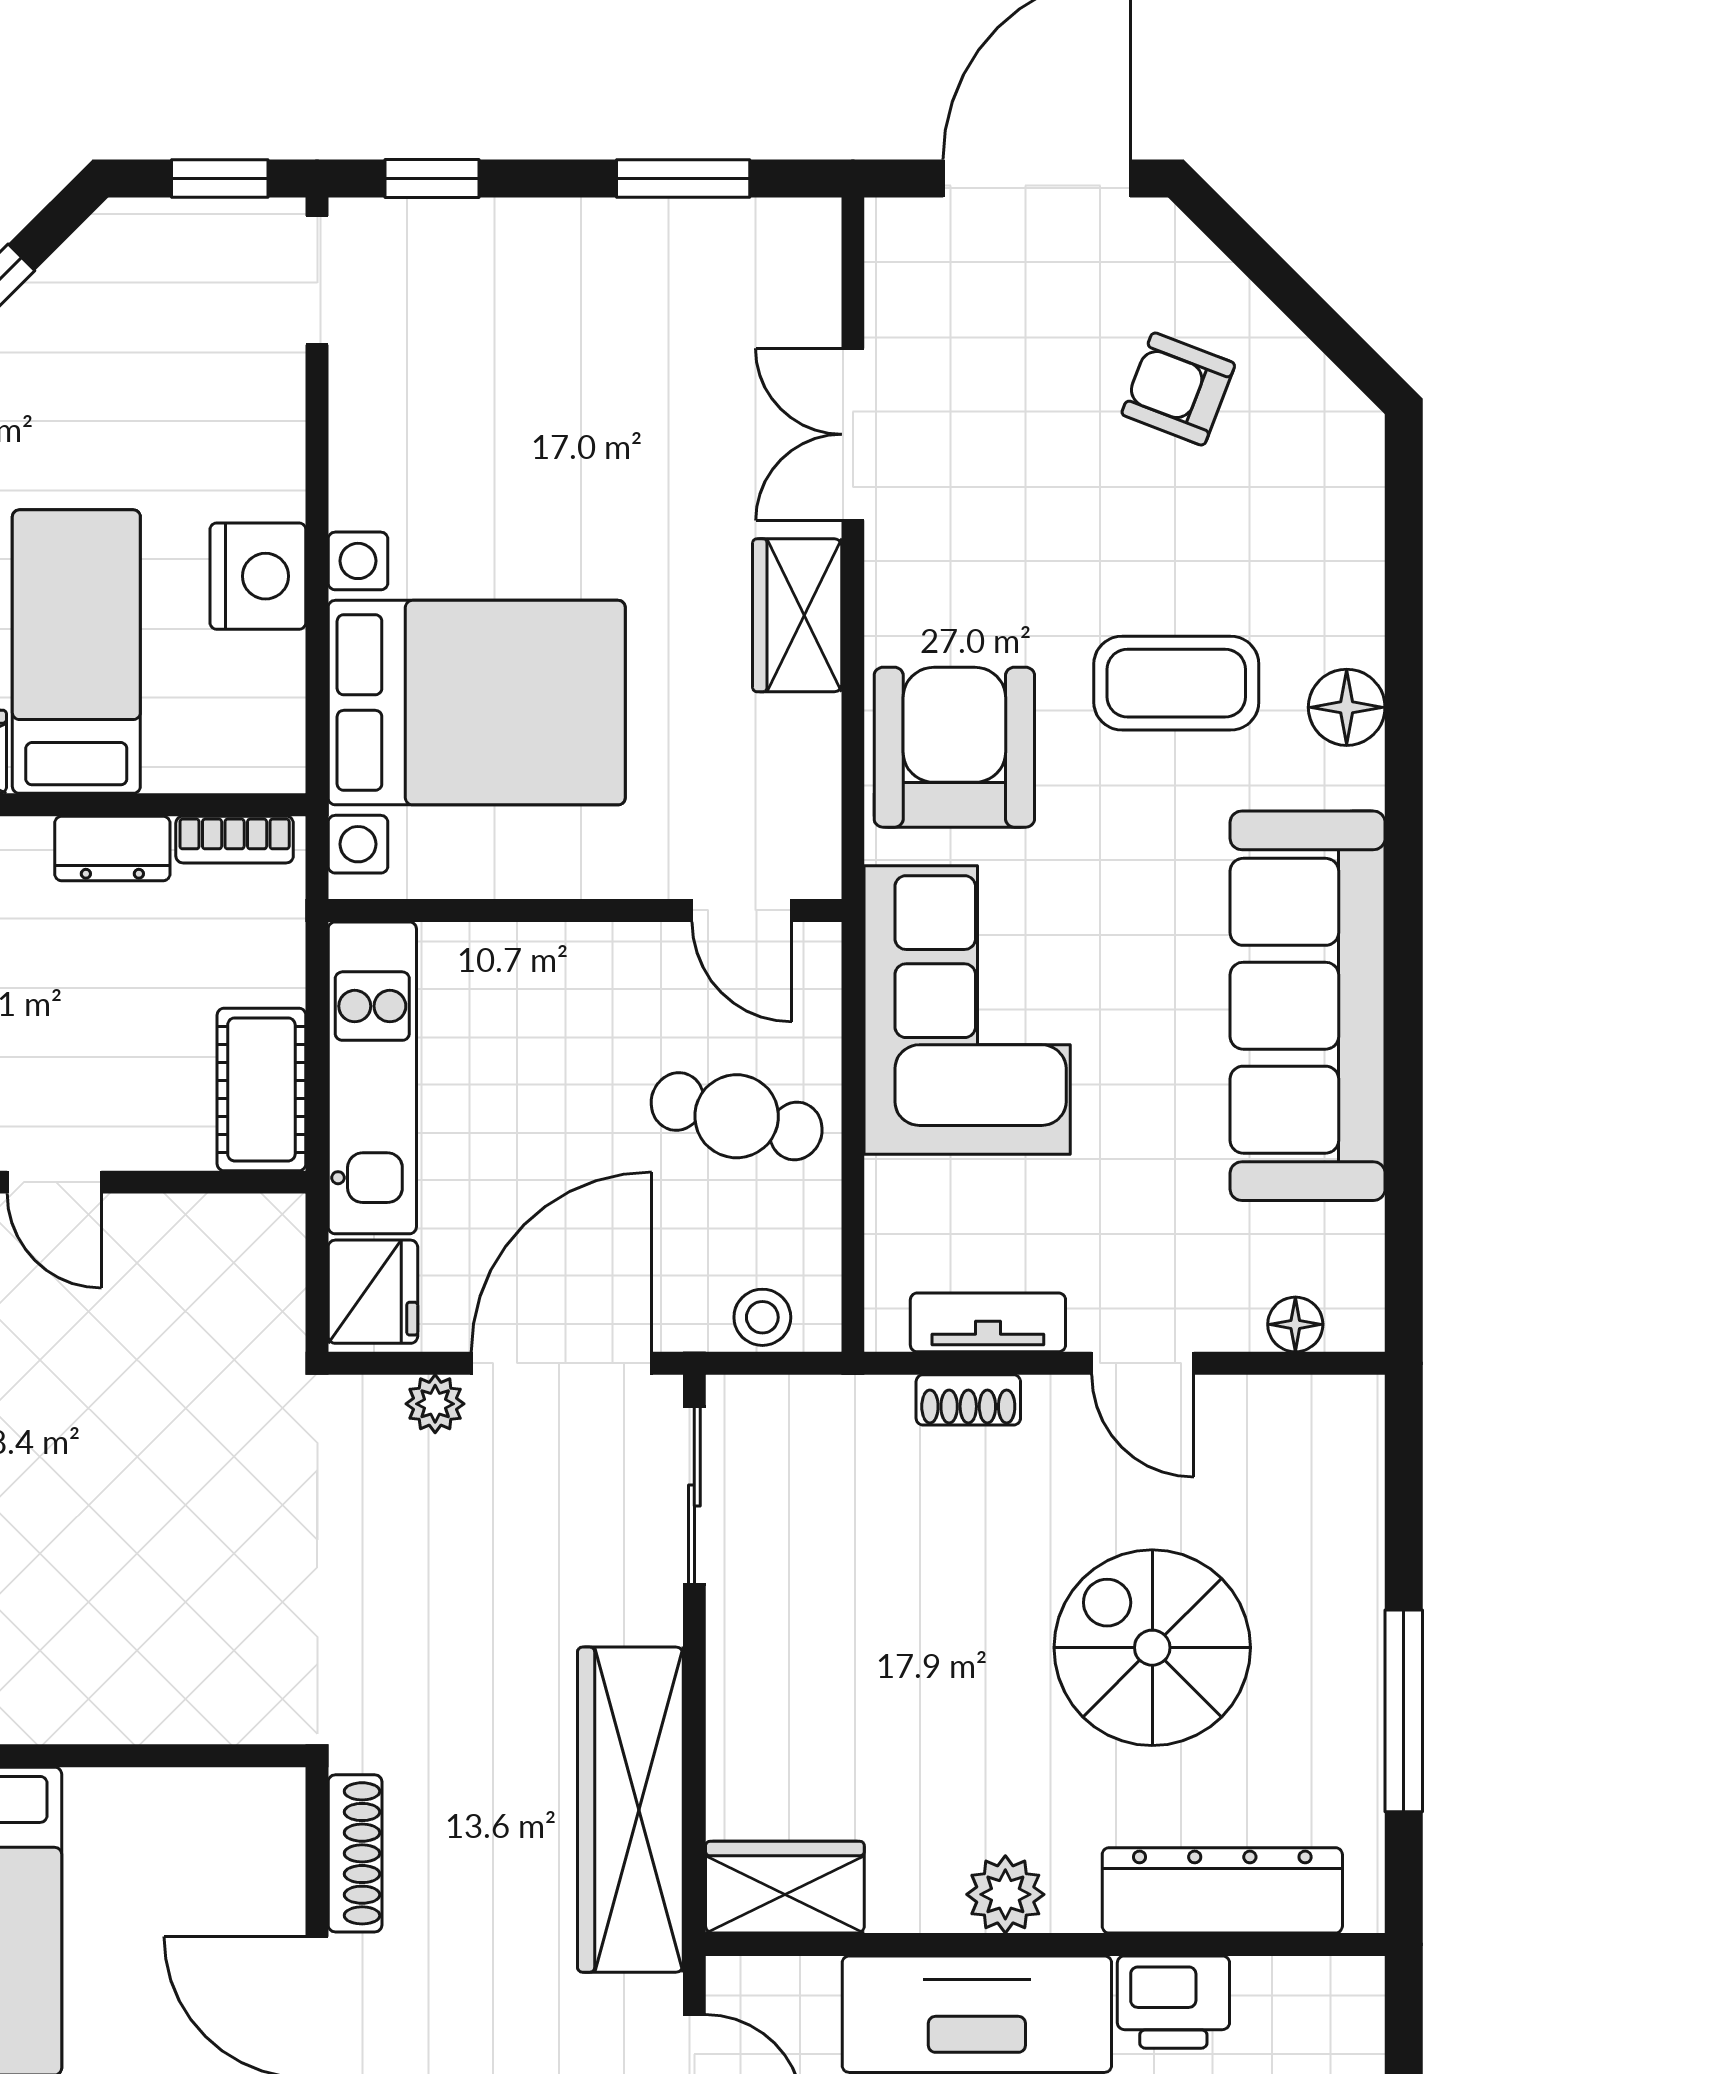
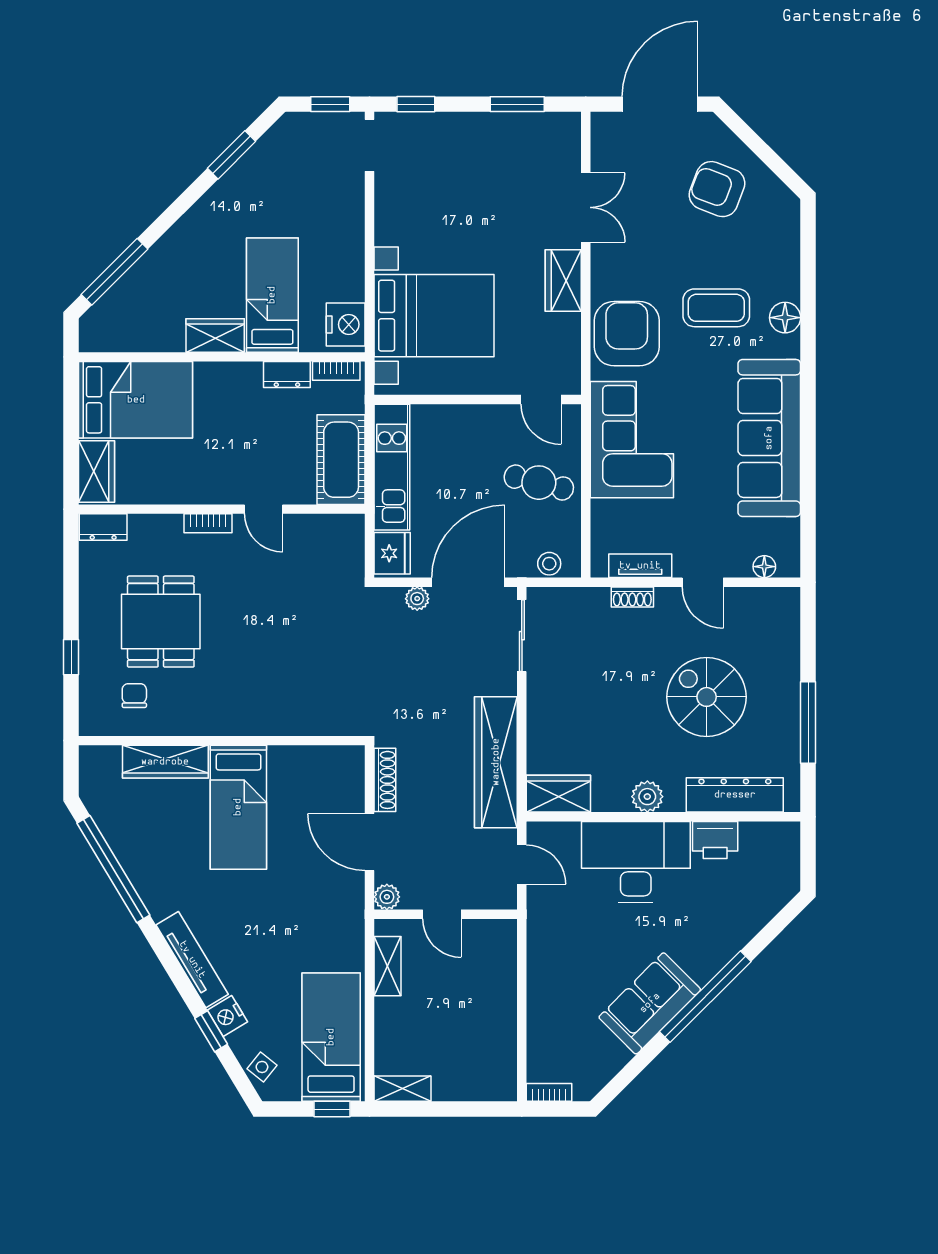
armchair: (1178, 389) -> (717, 189), width x1.38, depth x1.38
double door: (853, 434) -> (586, 207), swing flipped
nightstand: (258, 576) -> (346, 325), moved
cot: (261, 1089) -> (341, 460), width x1.37, depth x1.34

